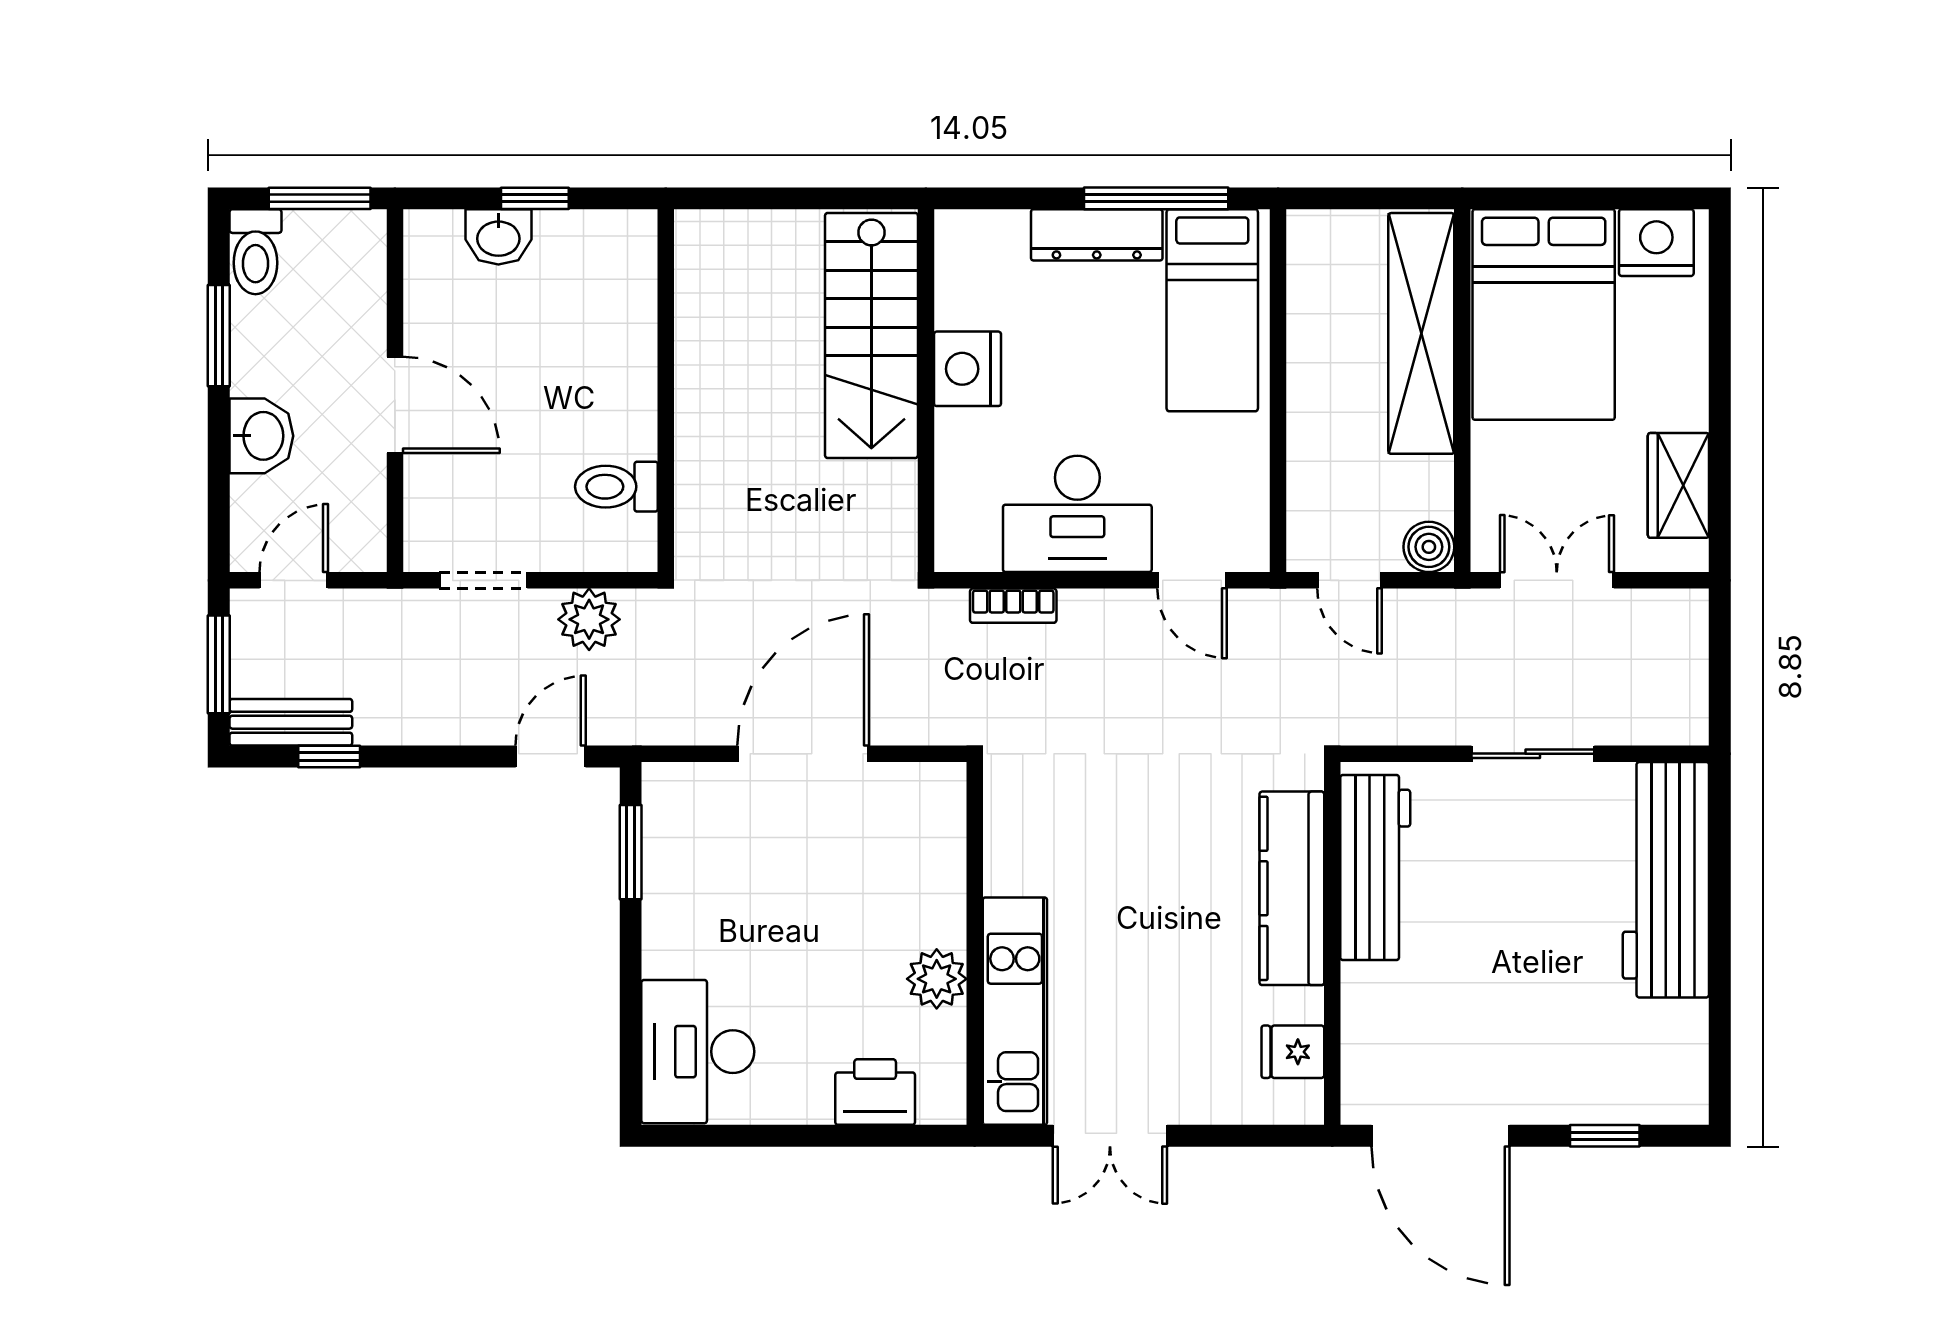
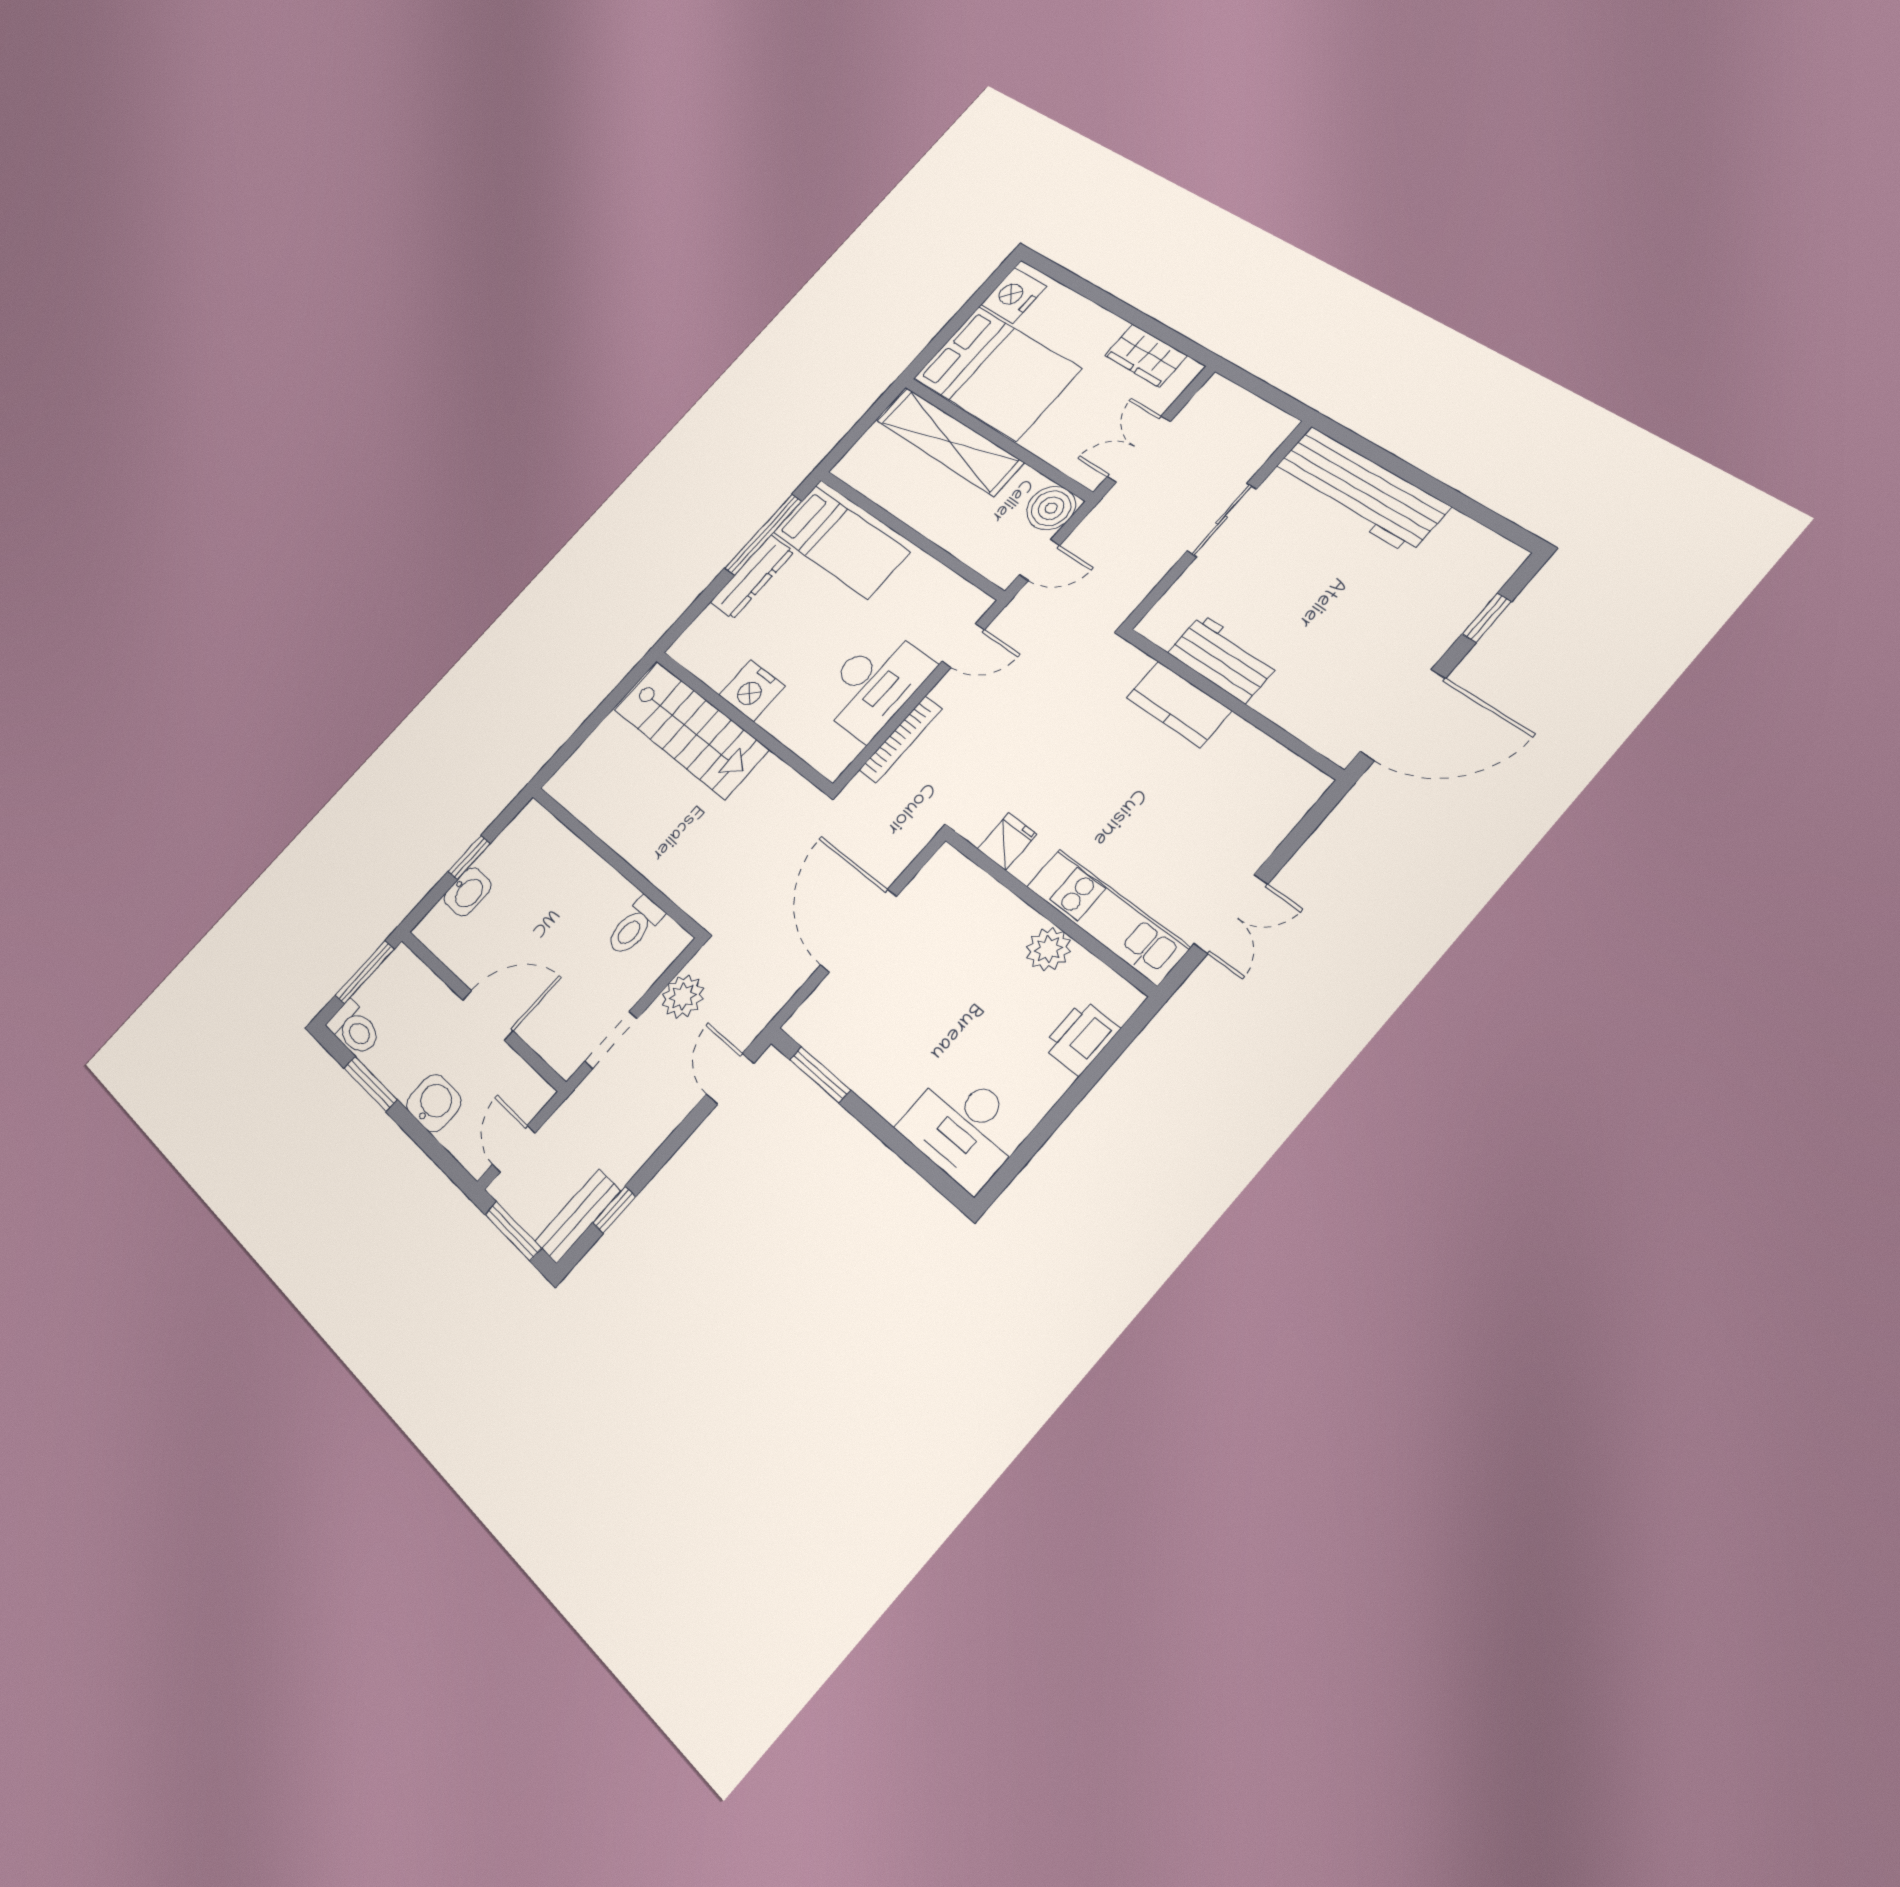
boiler: (1429, 547) -> (1051, 508), width x1.36, depth x1.36
bookcase: (1013, 606) -> (901, 739), width x1.56
workbench: (1375, 868) -> (1223, 658), width x0.73
kitchen counter: (1292, 888) -> (1179, 704), width x0.67
fridge: (1293, 1052) -> (1007, 841), moved, turned 180

